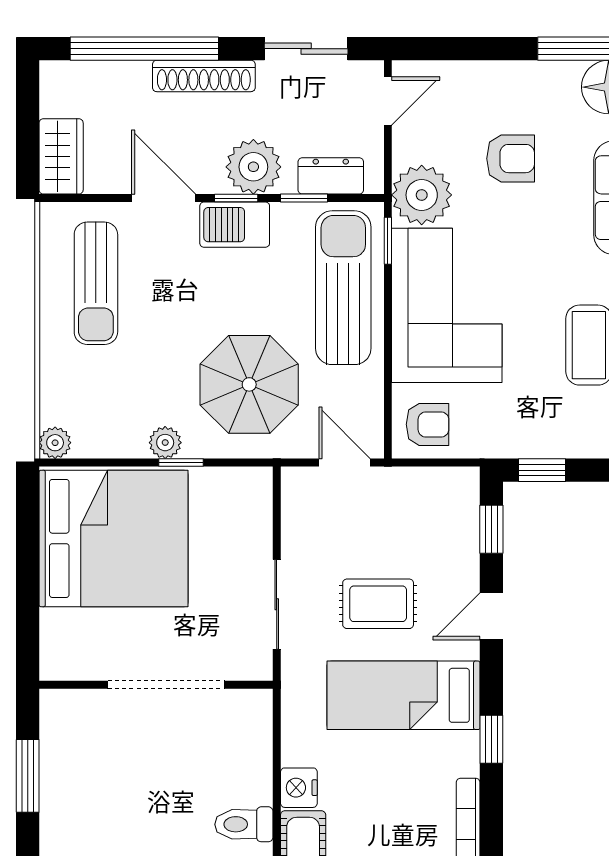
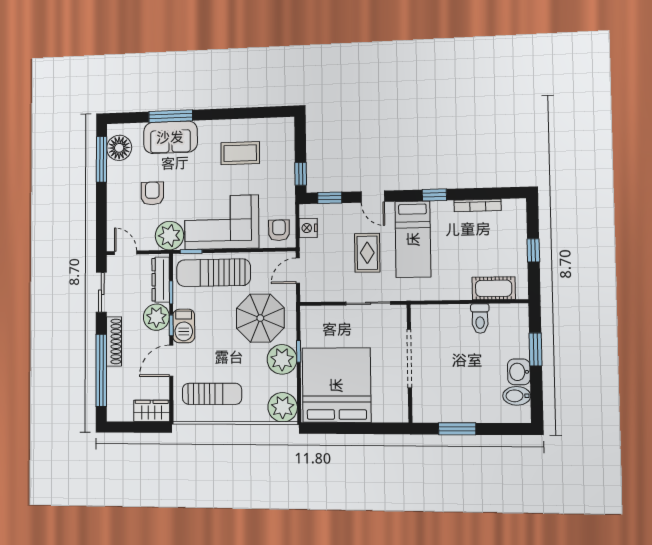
dresser: (331, 176) -> (161, 280), width x1.44
plant: (55, 443) -> (283, 407), width x1.87, depth x1.87
plant: (165, 443) -> (282, 359), width x1.88, depth x1.88
nightstand: (299, 788) -> (308, 228), moved, turned 90

